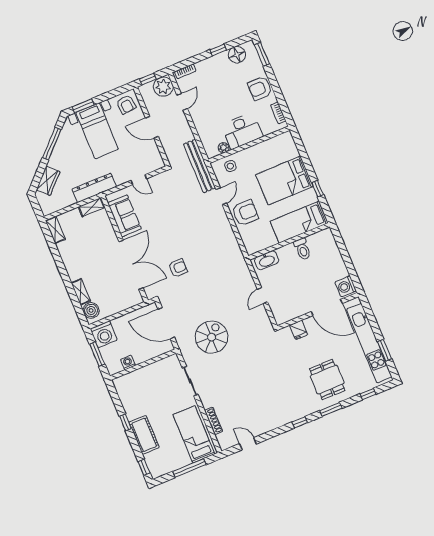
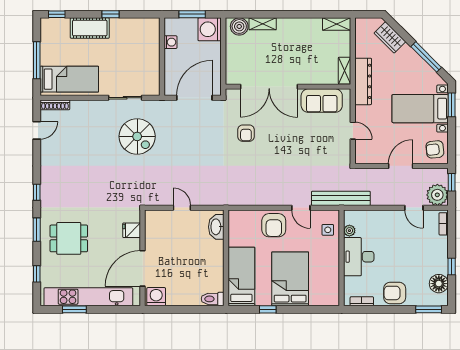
armchair: (260, 88) -> (395, 293), turned -90
door: (139, 180) -> (353, 131), swing flipped
toilet: (302, 249) -> (213, 299), moved
spiral stairs: (212, 337) -> (137, 136), moved
shoe rack: (214, 421) -> (55, 105), moved

